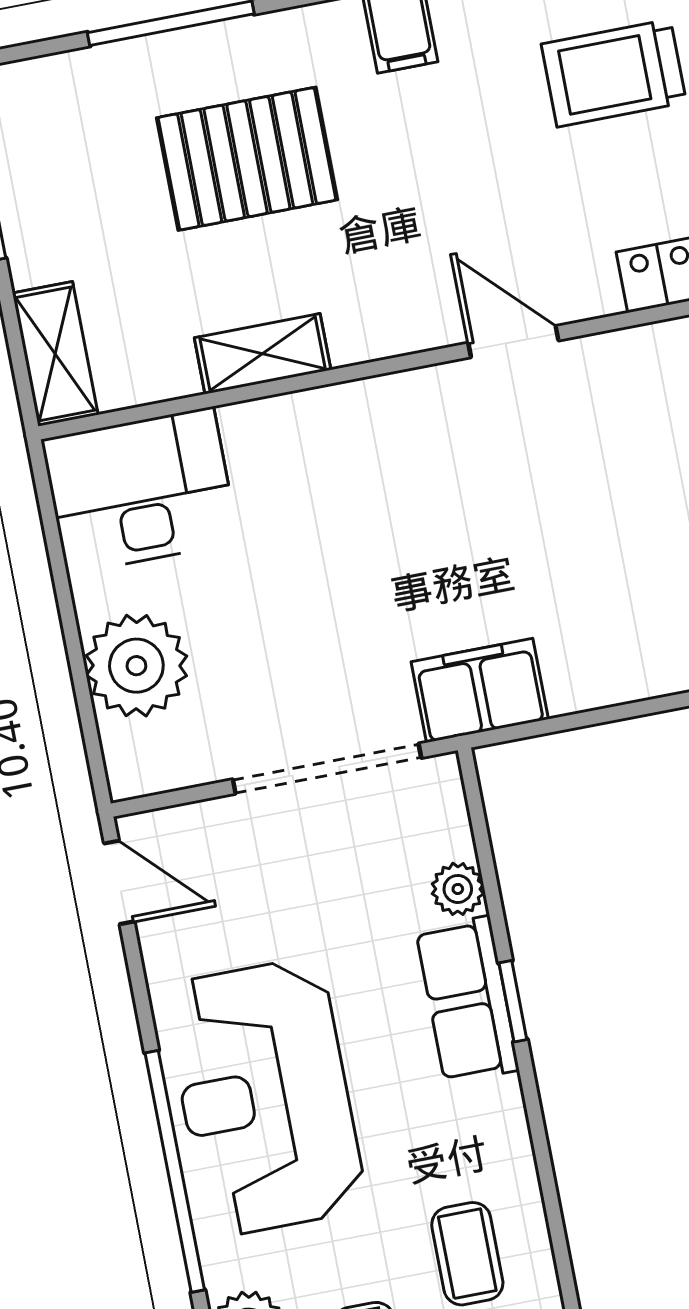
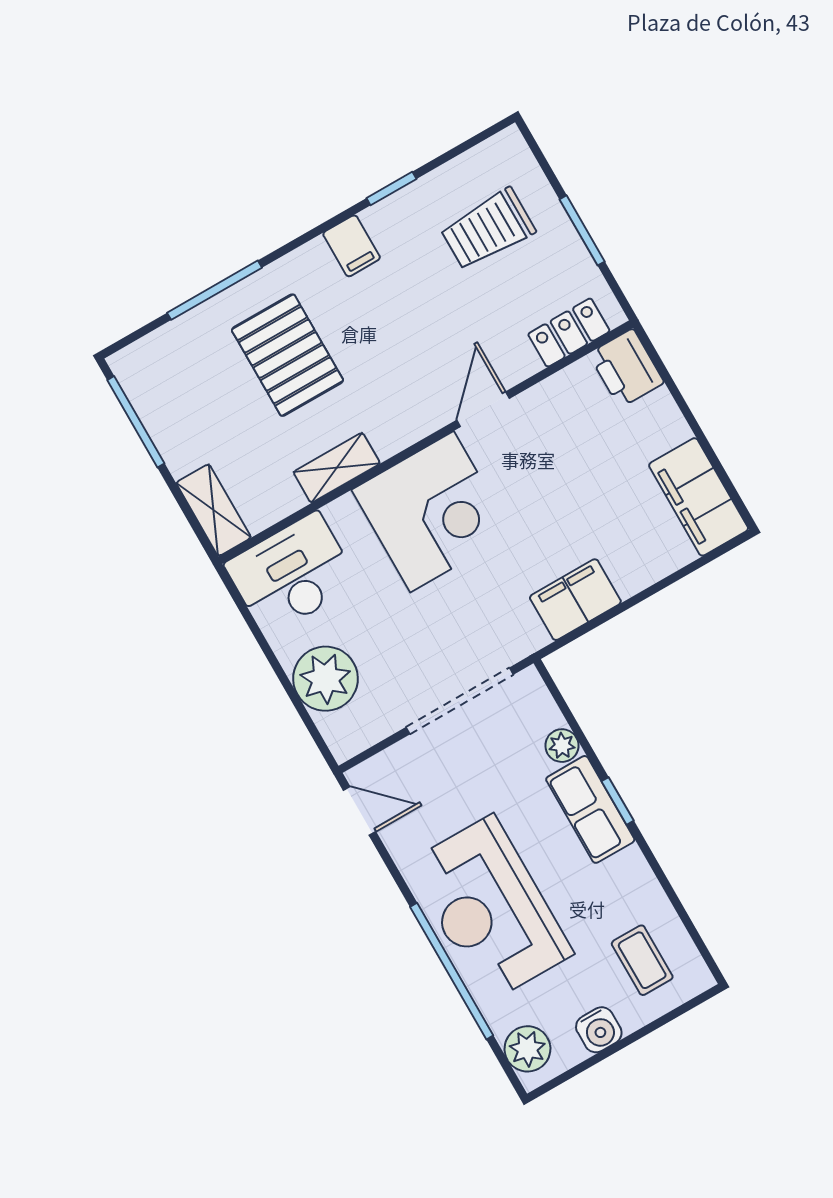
pallet: (247, 159) -> (287, 355), turned 90
door: (513, 342) -> (483, 409), hinge flipped
corner desk: (383, 469) -> (432, 512), added
filing cabinet: (480, 690) -> (575, 600), moved

